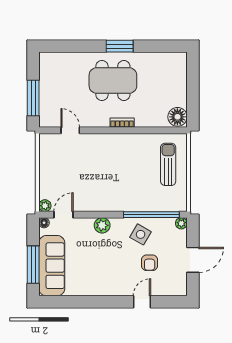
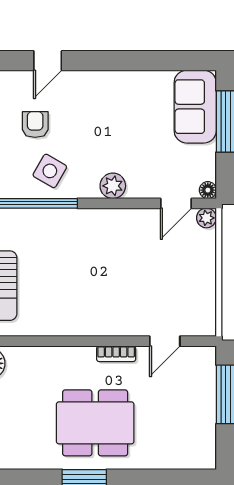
bookcase: (122, 123) -> (116, 354), moved
door: (70, 130) -> (165, 341), hinge flipped
sofa: (52, 266) -> (195, 107), width x0.73

